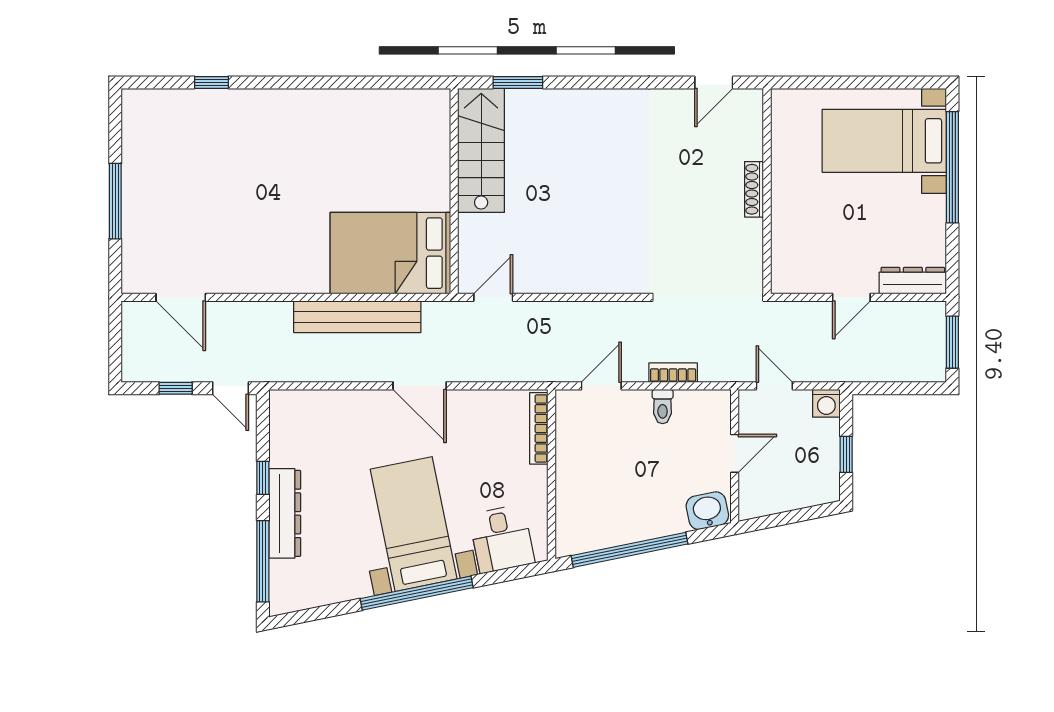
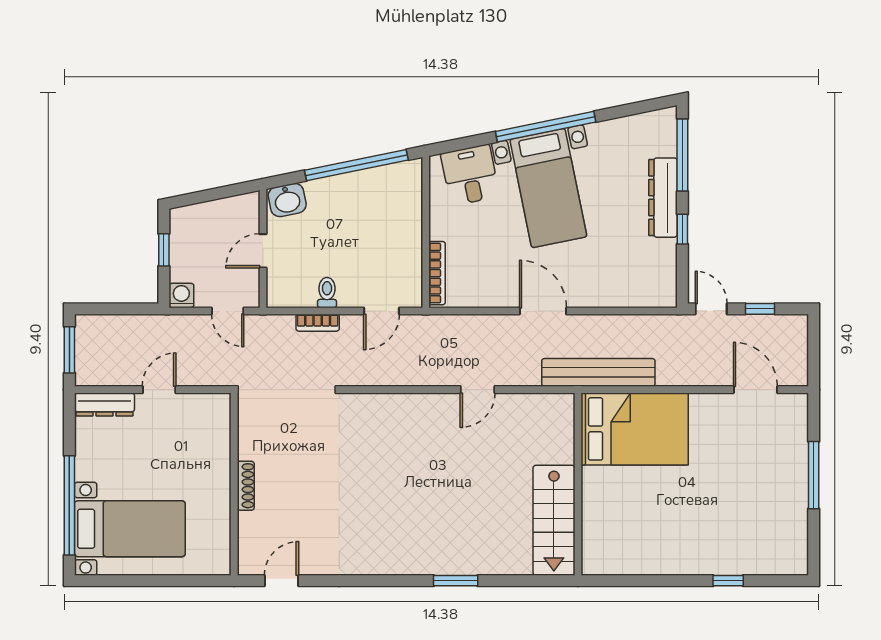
stairs: (481, 150) -> (554, 520), moved
wall: (454, 191) -> (578, 484), moved
bed: (390, 253) -> (635, 429), moved

